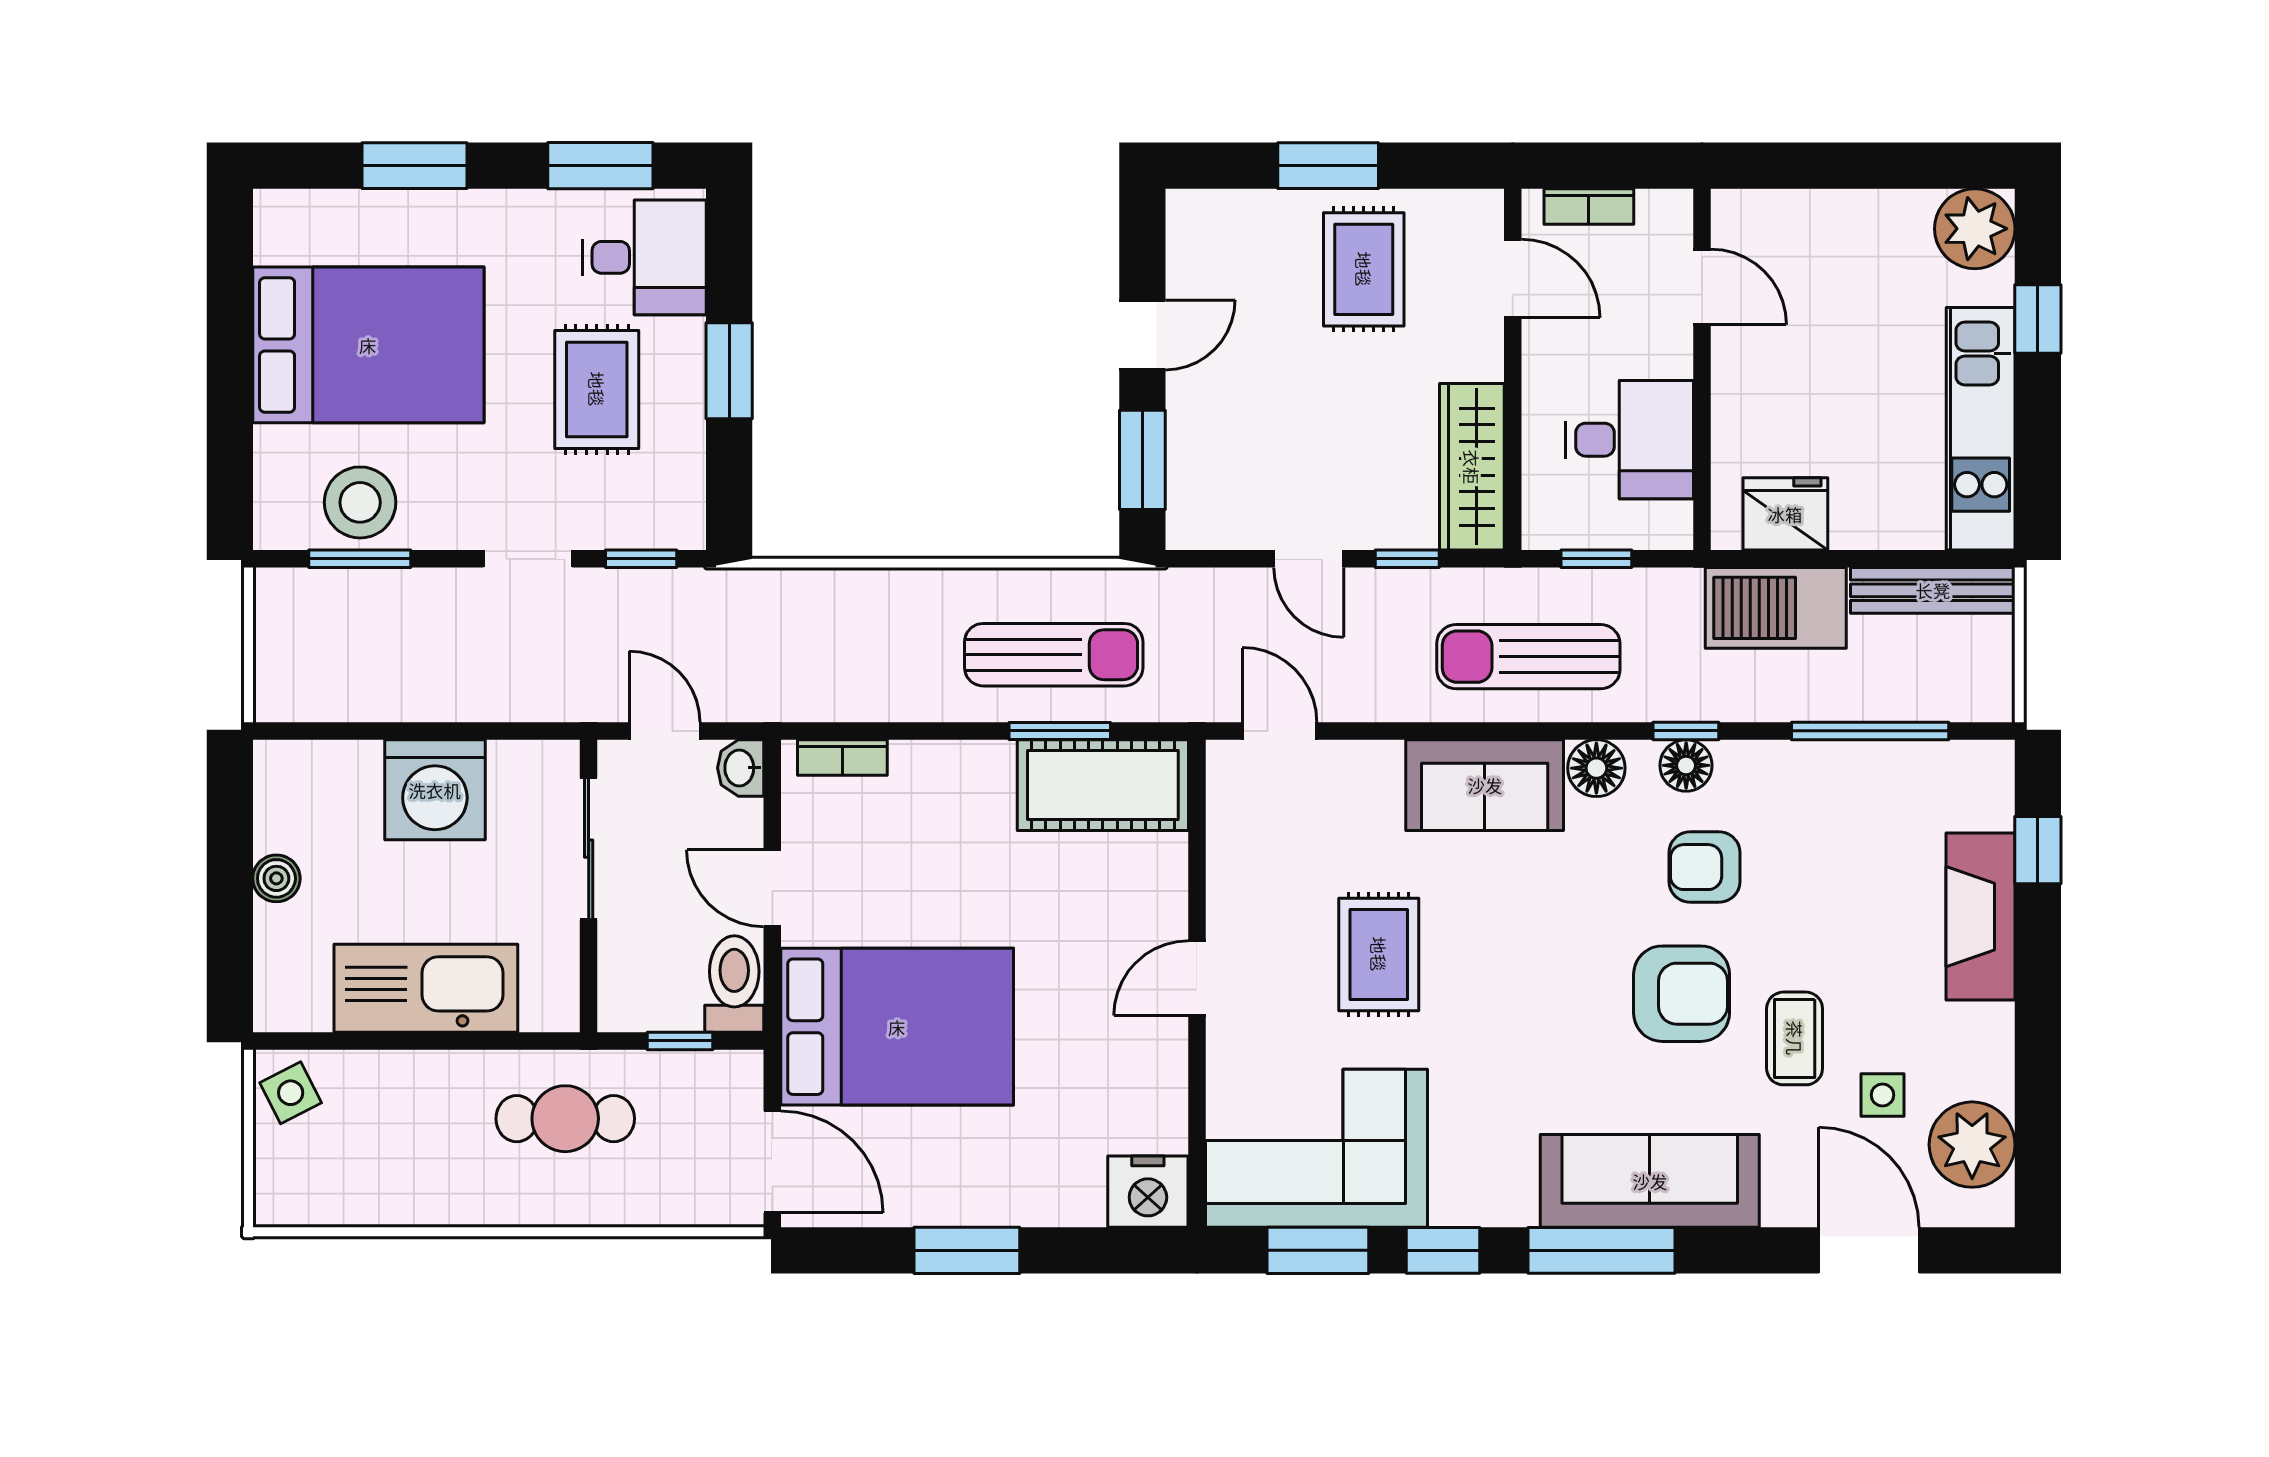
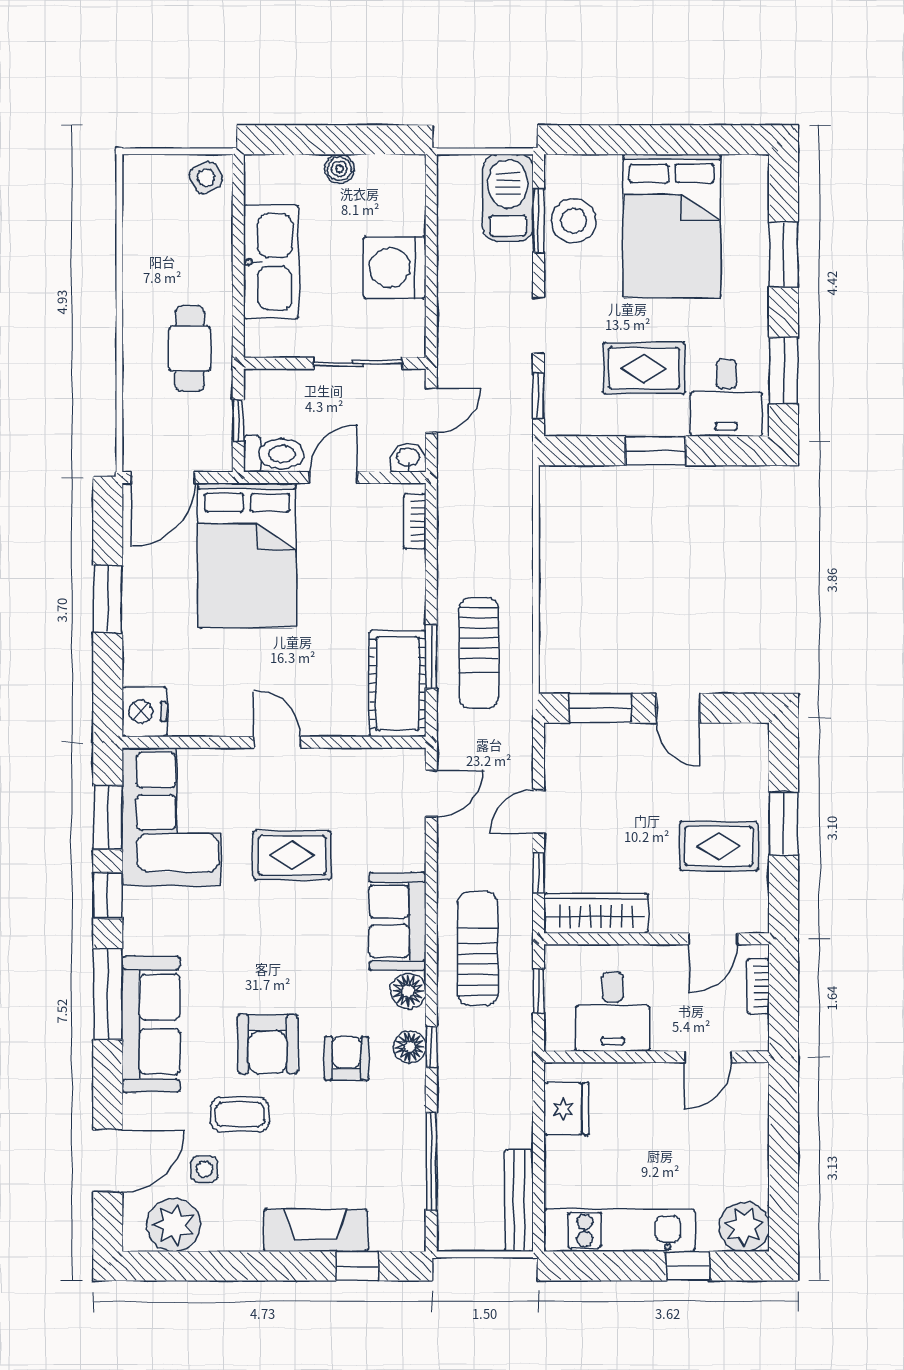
barbecue: (1776, 608) -> (508, 198), moved

